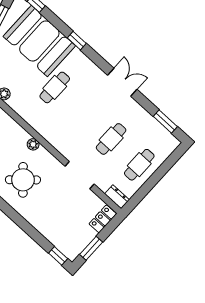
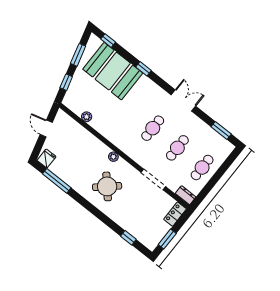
cafe table: (55, 87) -> (153, 128), moved
window: (58, 256) -> (128, 238), moved

